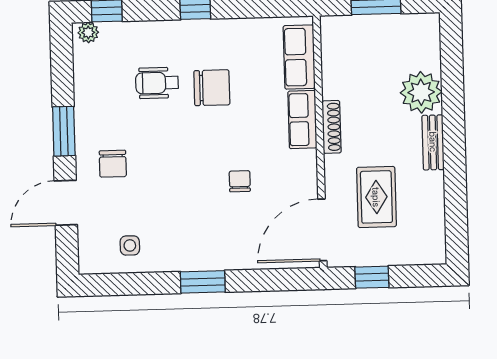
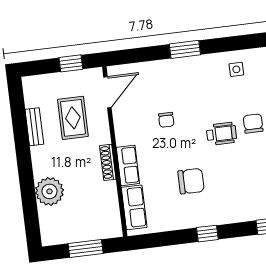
wheelchair: (157, 83) -> (222, 134), moved
chair: (212, 88) -> (191, 181), turned 180
bench: (433, 142) -> (34, 127), moved
door: (322, 230) -> (107, 92), width x0.73

